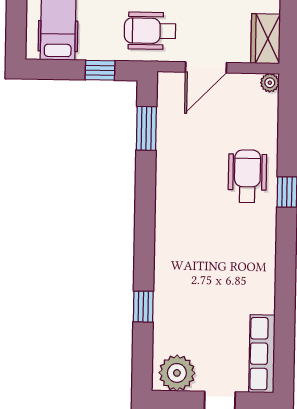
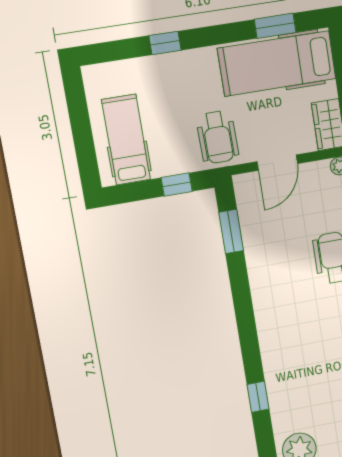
wheelchair: (150, 31) -> (218, 137), turned -91

